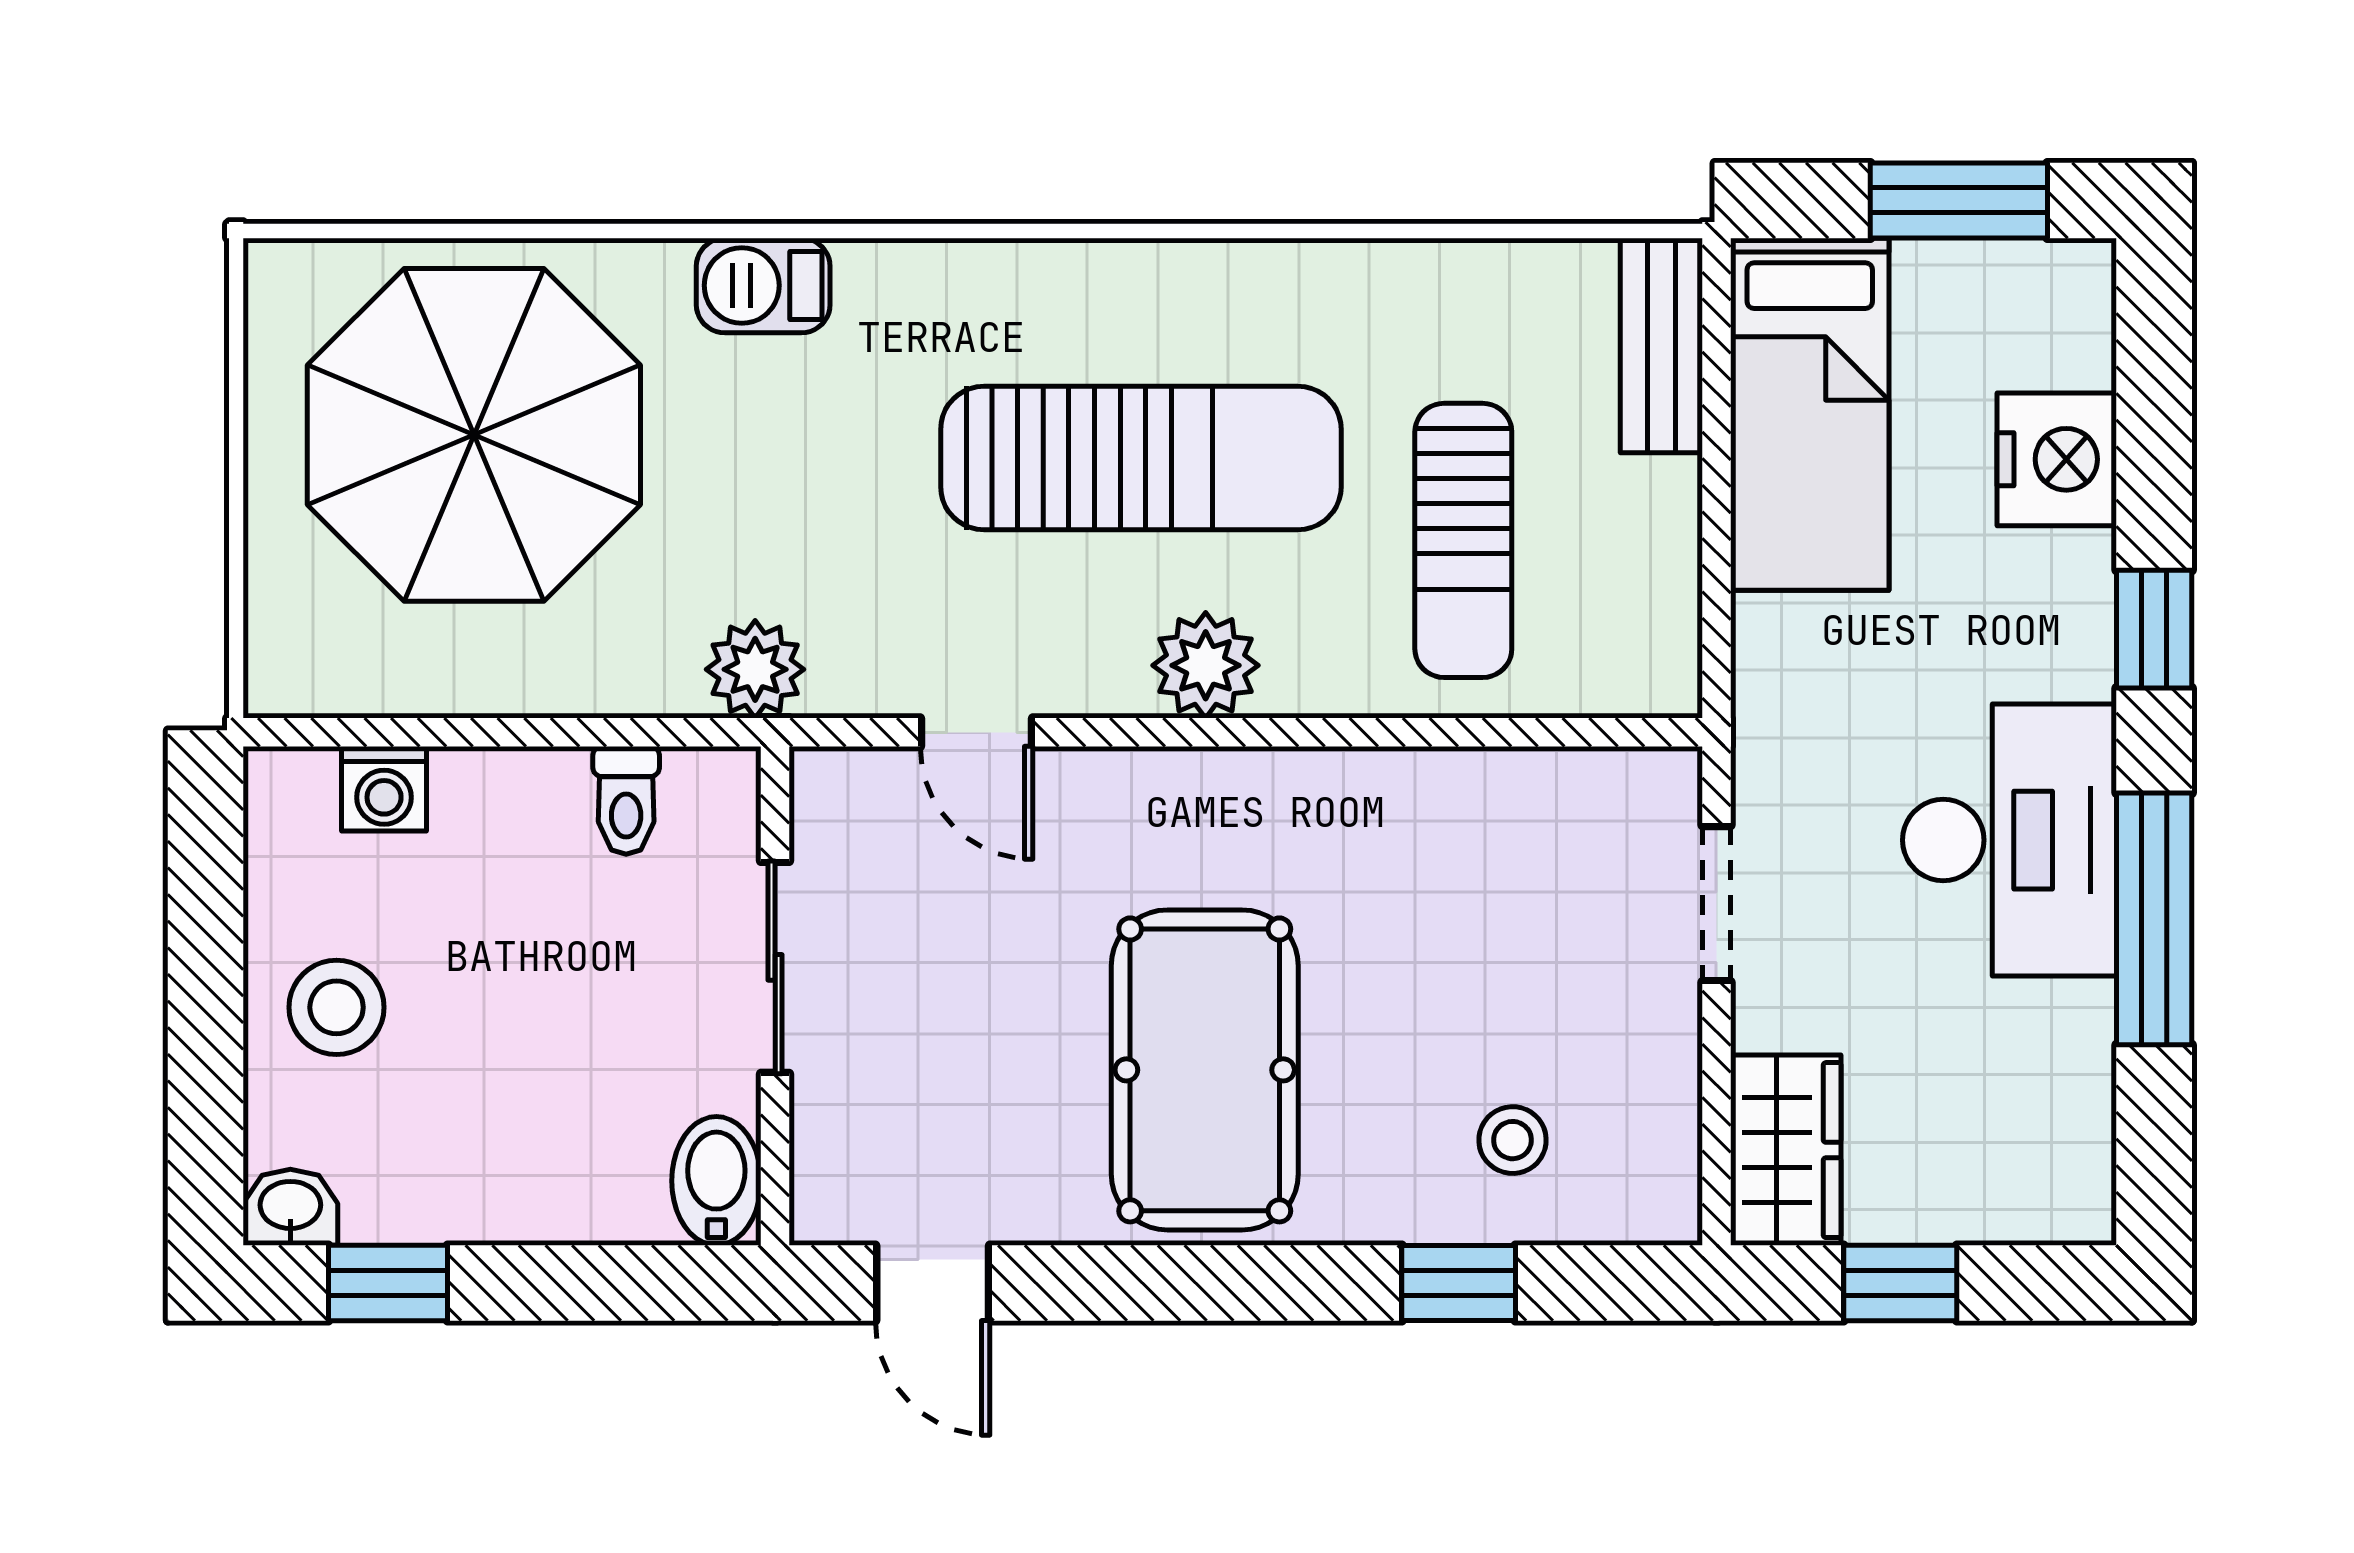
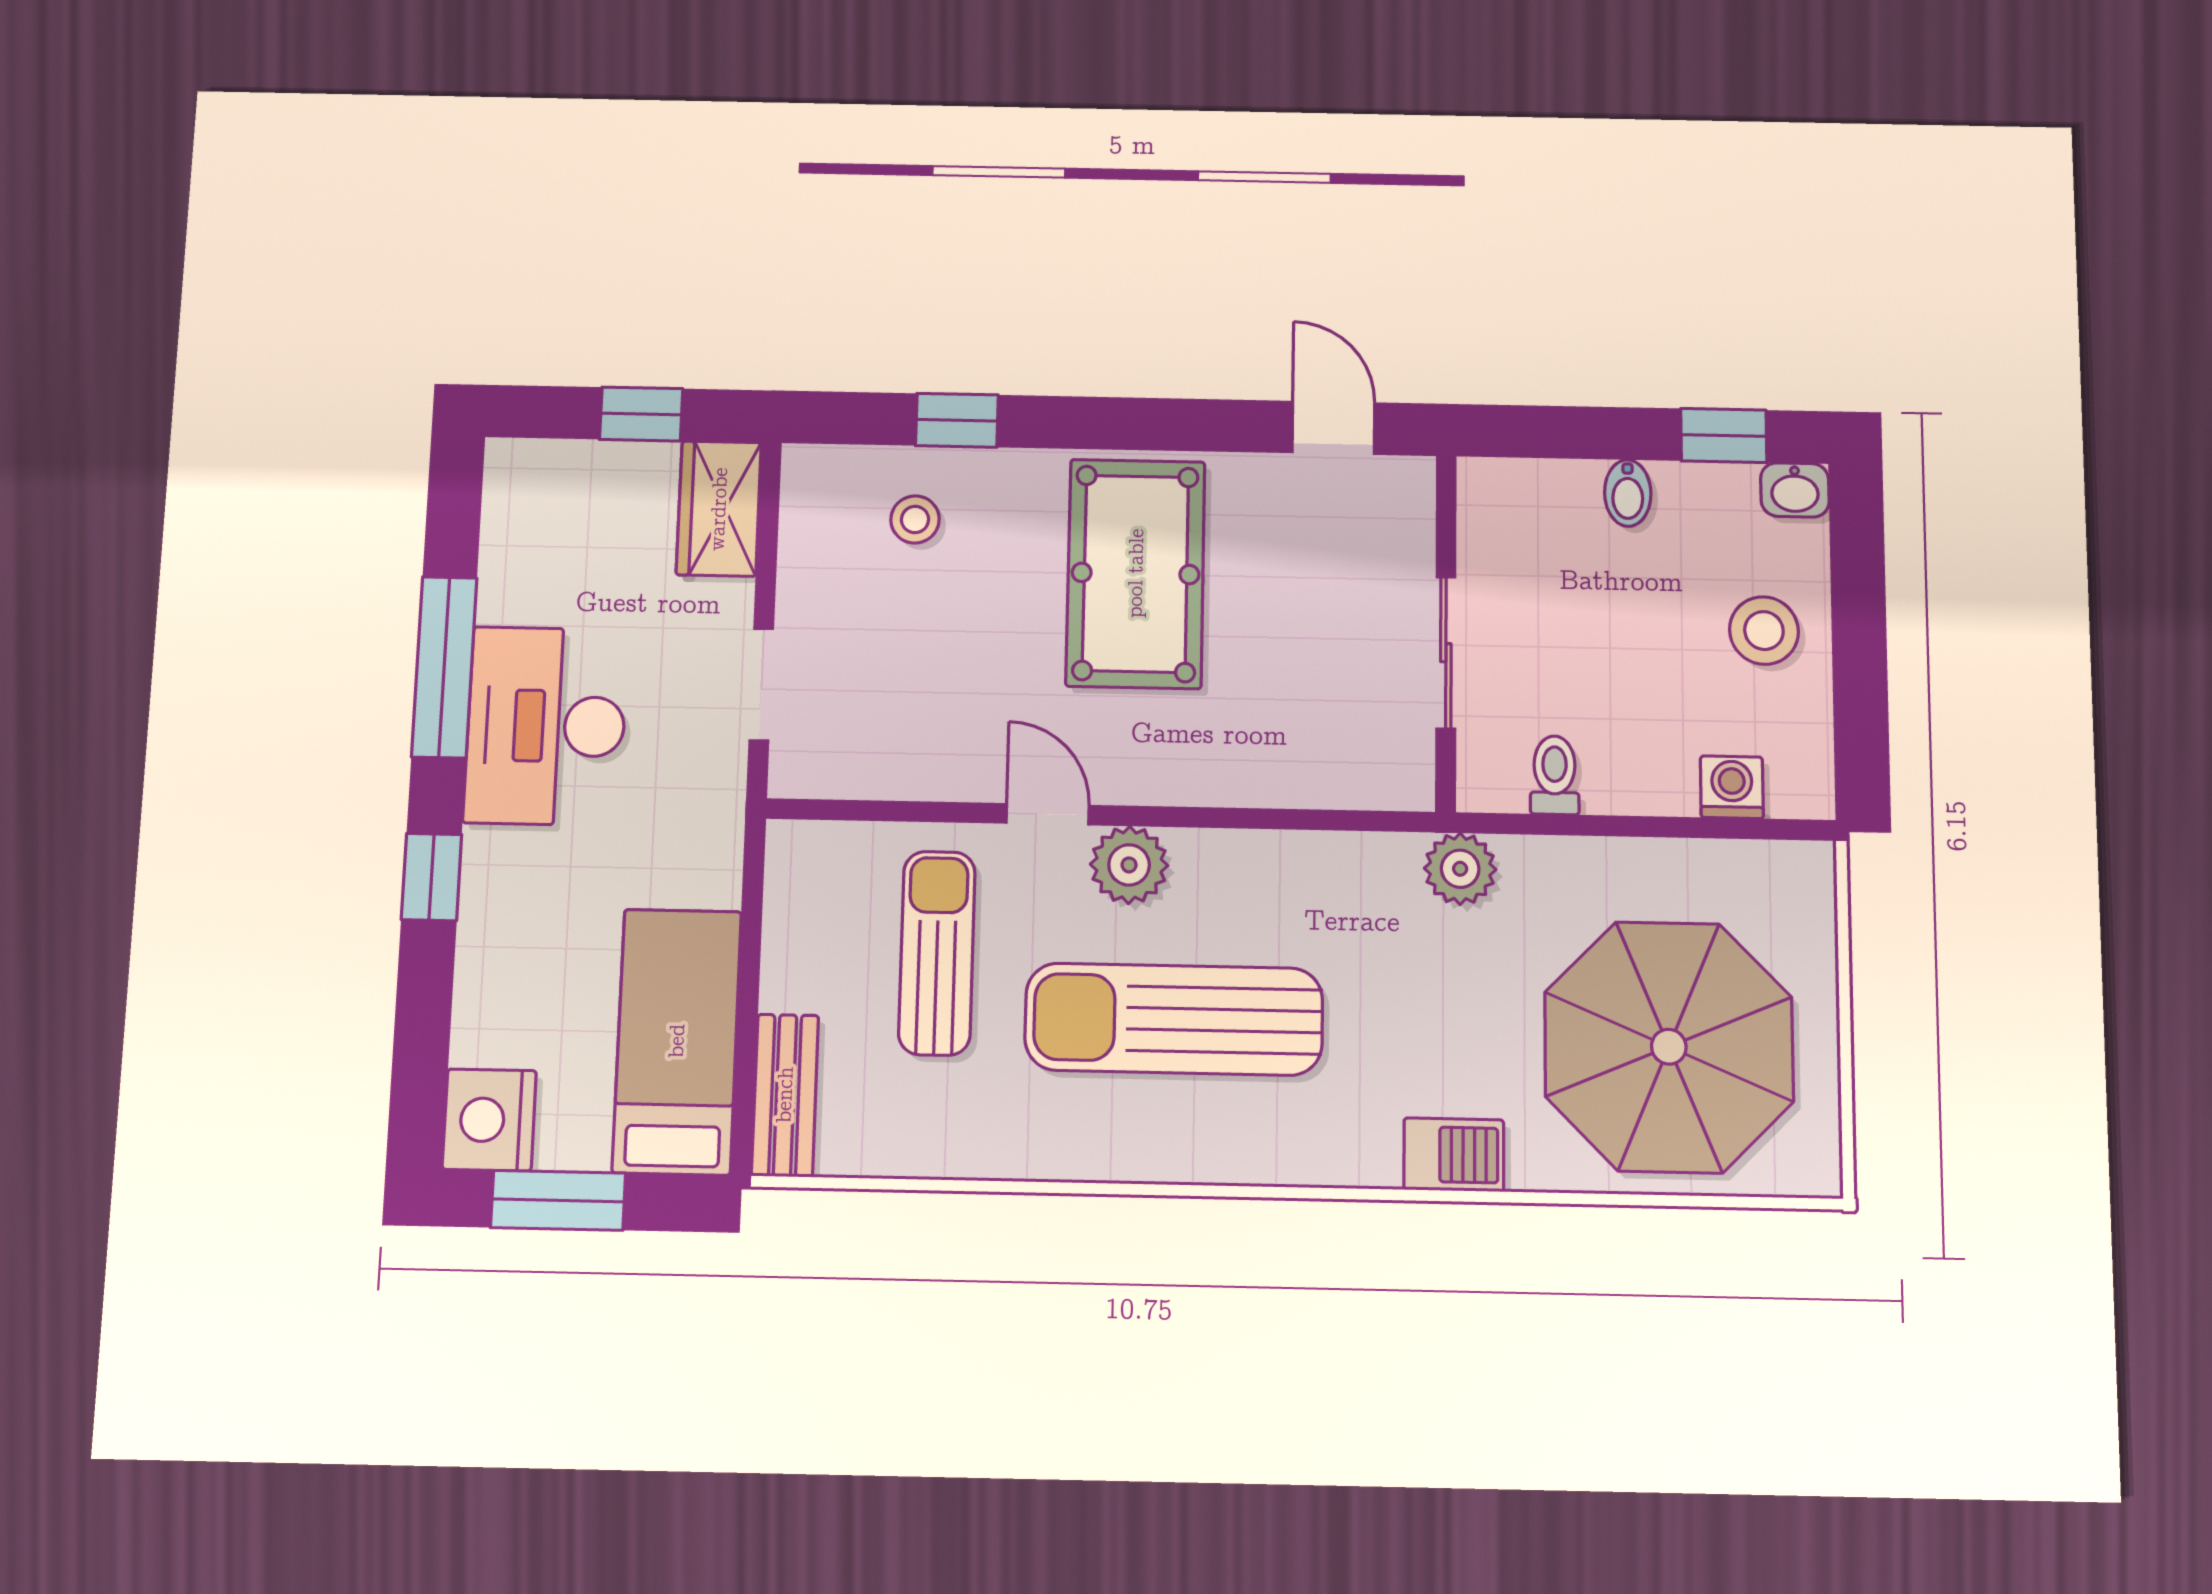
nightstand: (2057, 459) -> (489, 1120), moved
door: (977, 732) -> (1048, 814), moved
bidet: (716, 1181) -> (1628, 493), moved, width x0.72, depth x0.74

